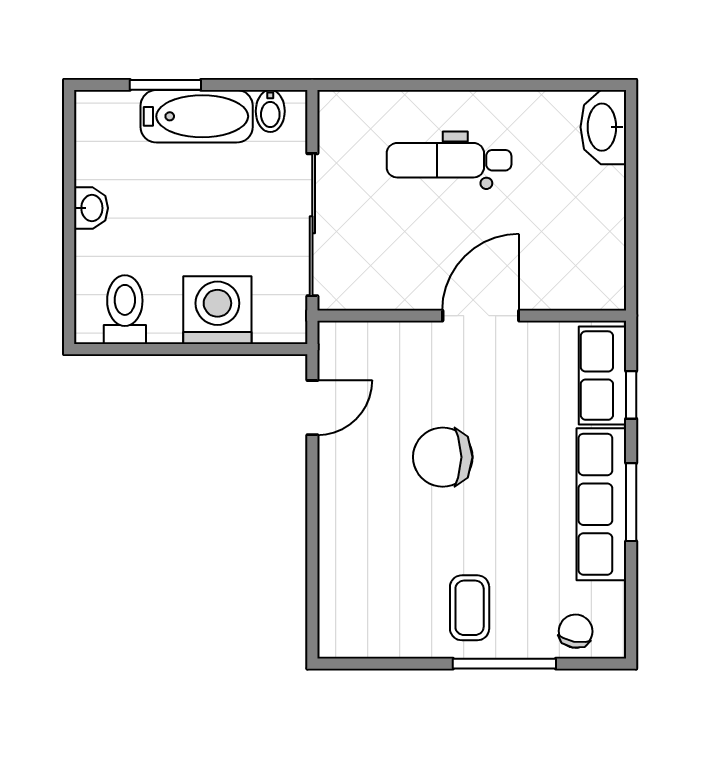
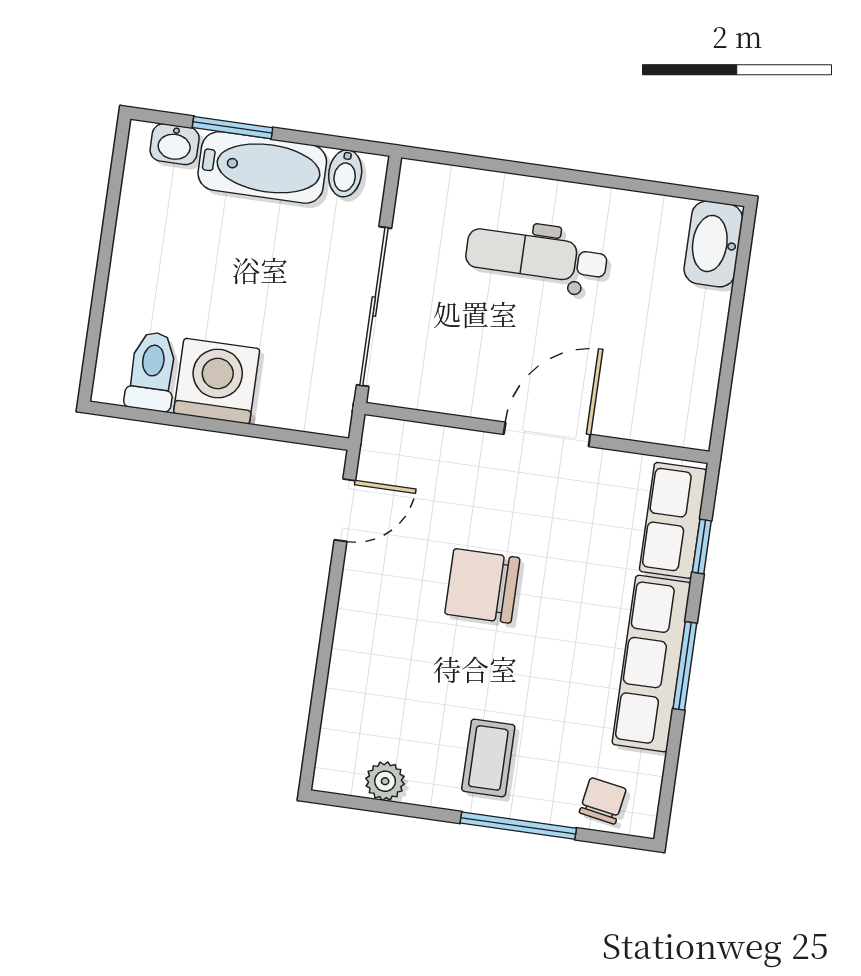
washbasin: (91, 208) -> (175, 144), moved, turned 90
washing machine: (217, 310) -> (217, 381), moved
plant: (382, 641) -> (385, 781), added

